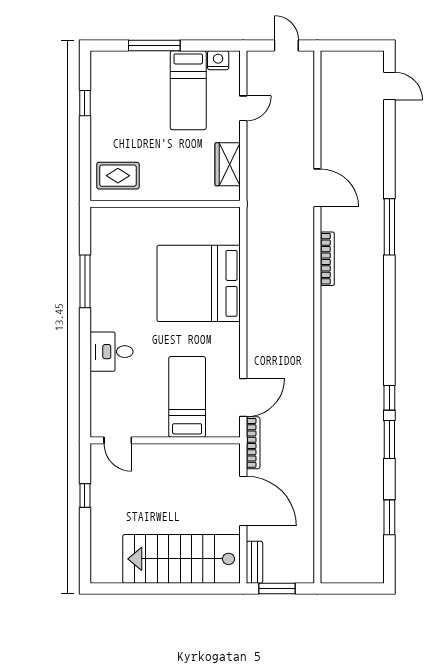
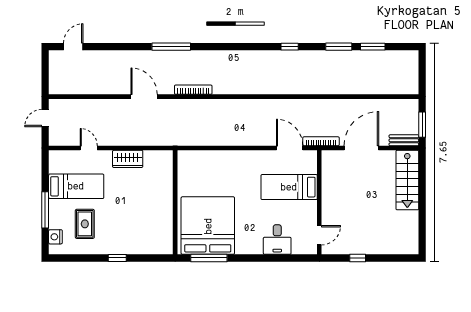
nightstand: (218, 60) -> (55, 237), moved
window: (85, 103) -> (117, 258), moved
rug: (118, 176) -> (85, 224), moved
door: (317, 188) -> (144, 97), hinge flipped
wall: (165, 204) -> (175, 202), moved
bed: (199, 283) -> (208, 226), moved, turned 180
desk: (111, 352) -> (277, 240), moved
window: (389, 440) -> (339, 47), moved
stairs: (182, 559) -> (407, 180), width x0.73, depth x0.66

